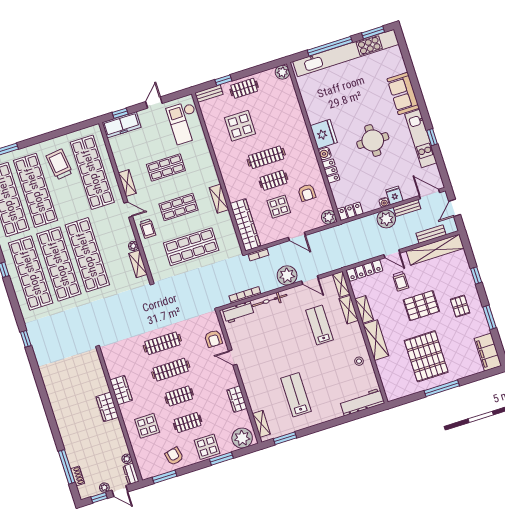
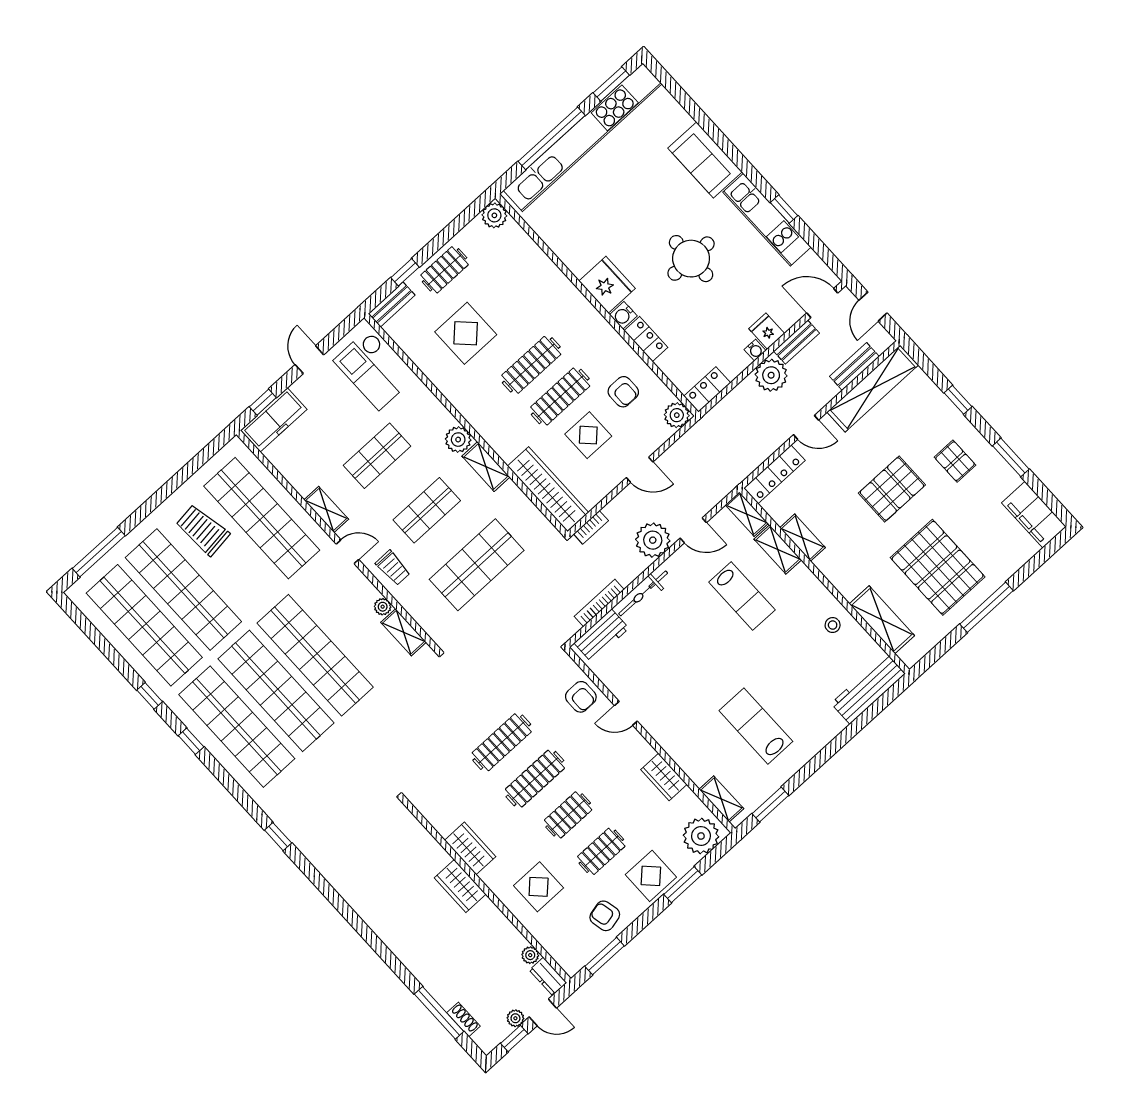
plant: (211, 178) -> (458, 440), added
clothes rail: (273, 180) -> (560, 396), width x1.36
trolley: (401, 281) -> (840, 465), removed
lab bench: (320, 325) -> (742, 596), turned 180
shelving: (376, 340) -> (882, 620), moved

